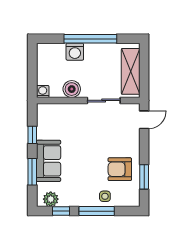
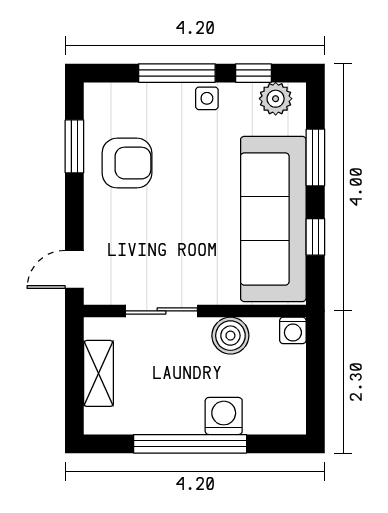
shelving: (131, 71) -> (99, 373), width x0.67, depth x0.75
sofa: (49, 161) -> (273, 219), width x1.85, depth x1.27
side table: (105, 196) -> (207, 98), moved

